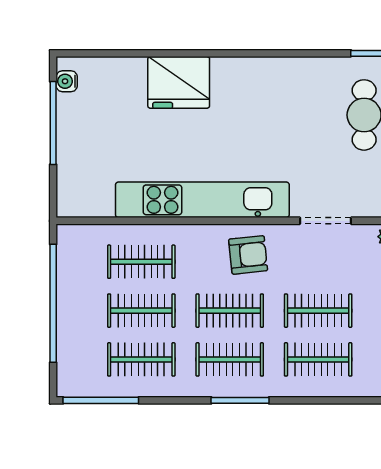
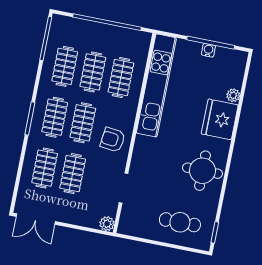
plant: (134, 68) -> (233, 95), added
water cooler: (67, 81) -> (208, 50), moved
round table: (270, 94) -> (202, 171), added
kitchen unit: (202, 200) -> (156, 85), moved
armchair: (248, 255) -> (113, 140), turned 103

